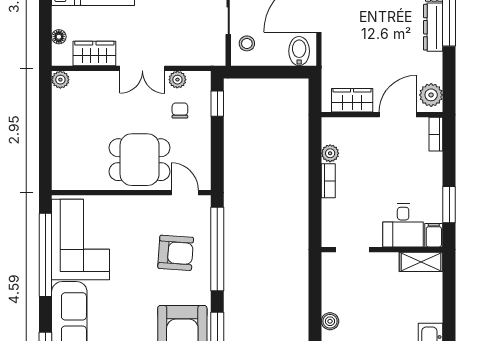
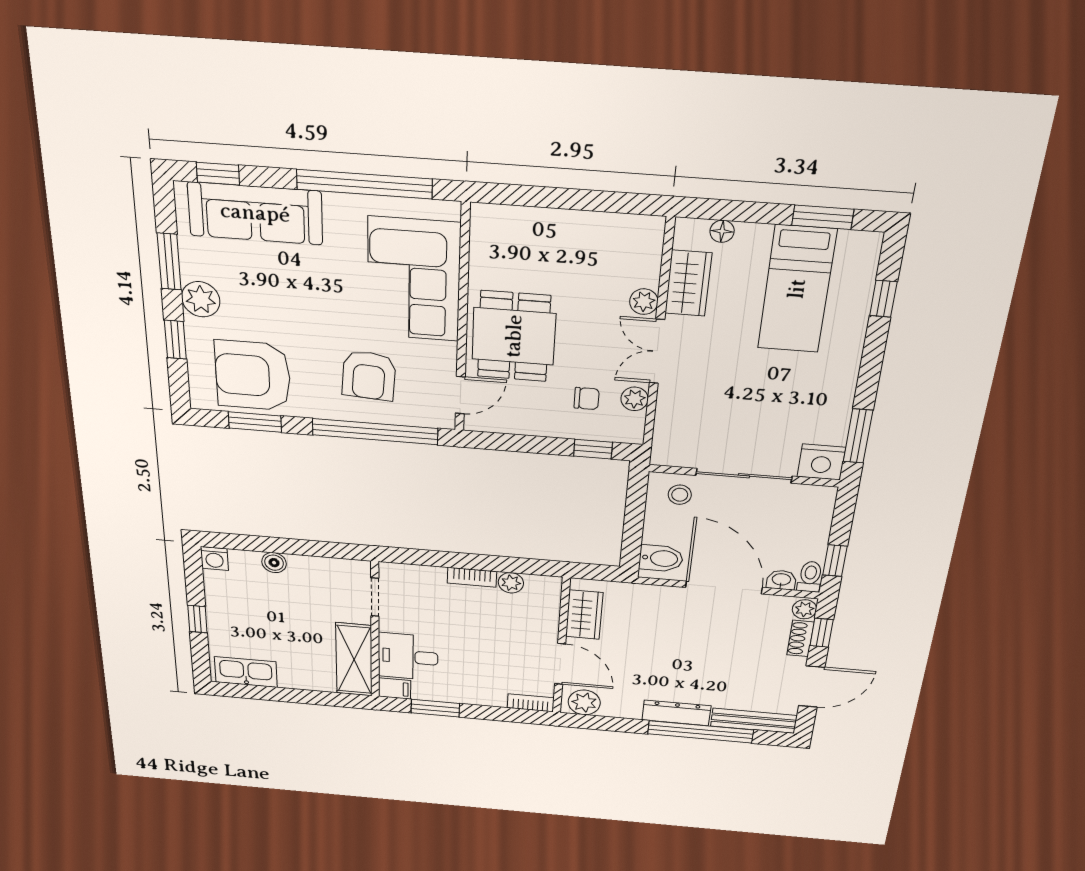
plant: (60, 80) -> (644, 302), moved
corner sofa: (80, 239) -> (414, 280), moved, turned 90
shelving: (421, 262) -> (354, 660), width x1.50, depth x1.33

